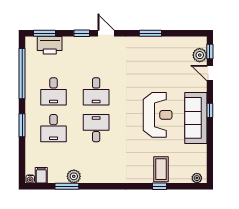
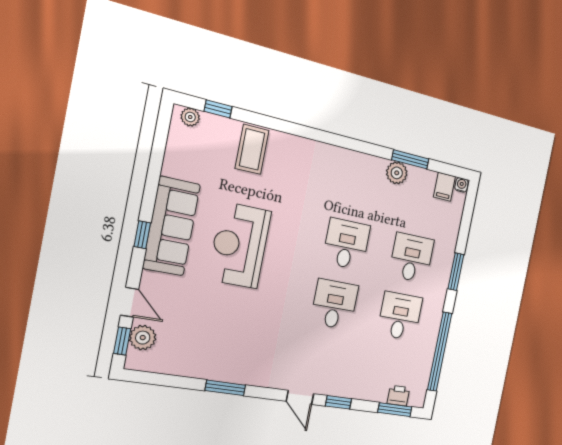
printer: (50, 45) -> (398, 396), width x0.53, depth x0.68
desk: (96, 128) -> (346, 244), turned 180
window: (159, 186) -> (218, 109), moved

